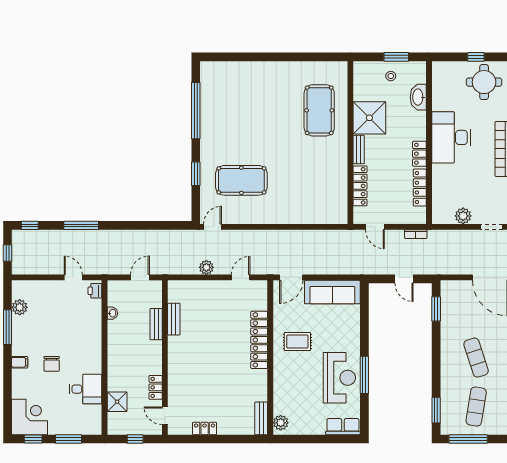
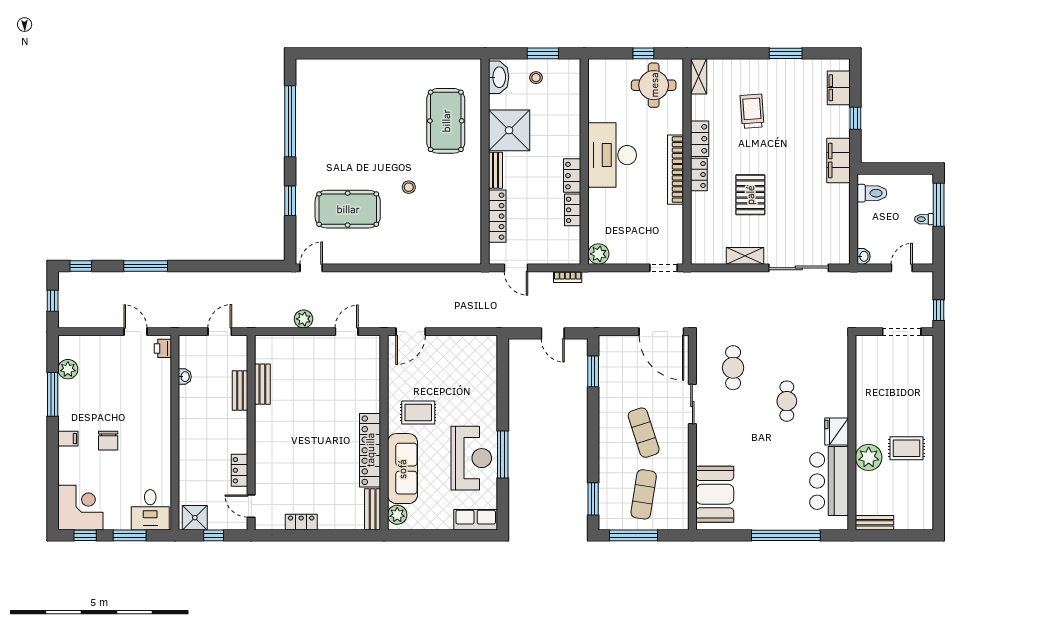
washbasin: (418, 97) -> (499, 77), moved, turned 180
stool: (290, 163) -> (409, 187), added
locker: (420, 188) -> (573, 210), width x0.66
plant: (463, 216) -> (598, 254), moved
sofa: (332, 292) -> (402, 469), moved, turned -90
locker: (259, 340) -> (370, 450), moved
desk: (86, 389) -> (150, 510), moved, turned 90
shower: (117, 402) -> (195, 518), moved

